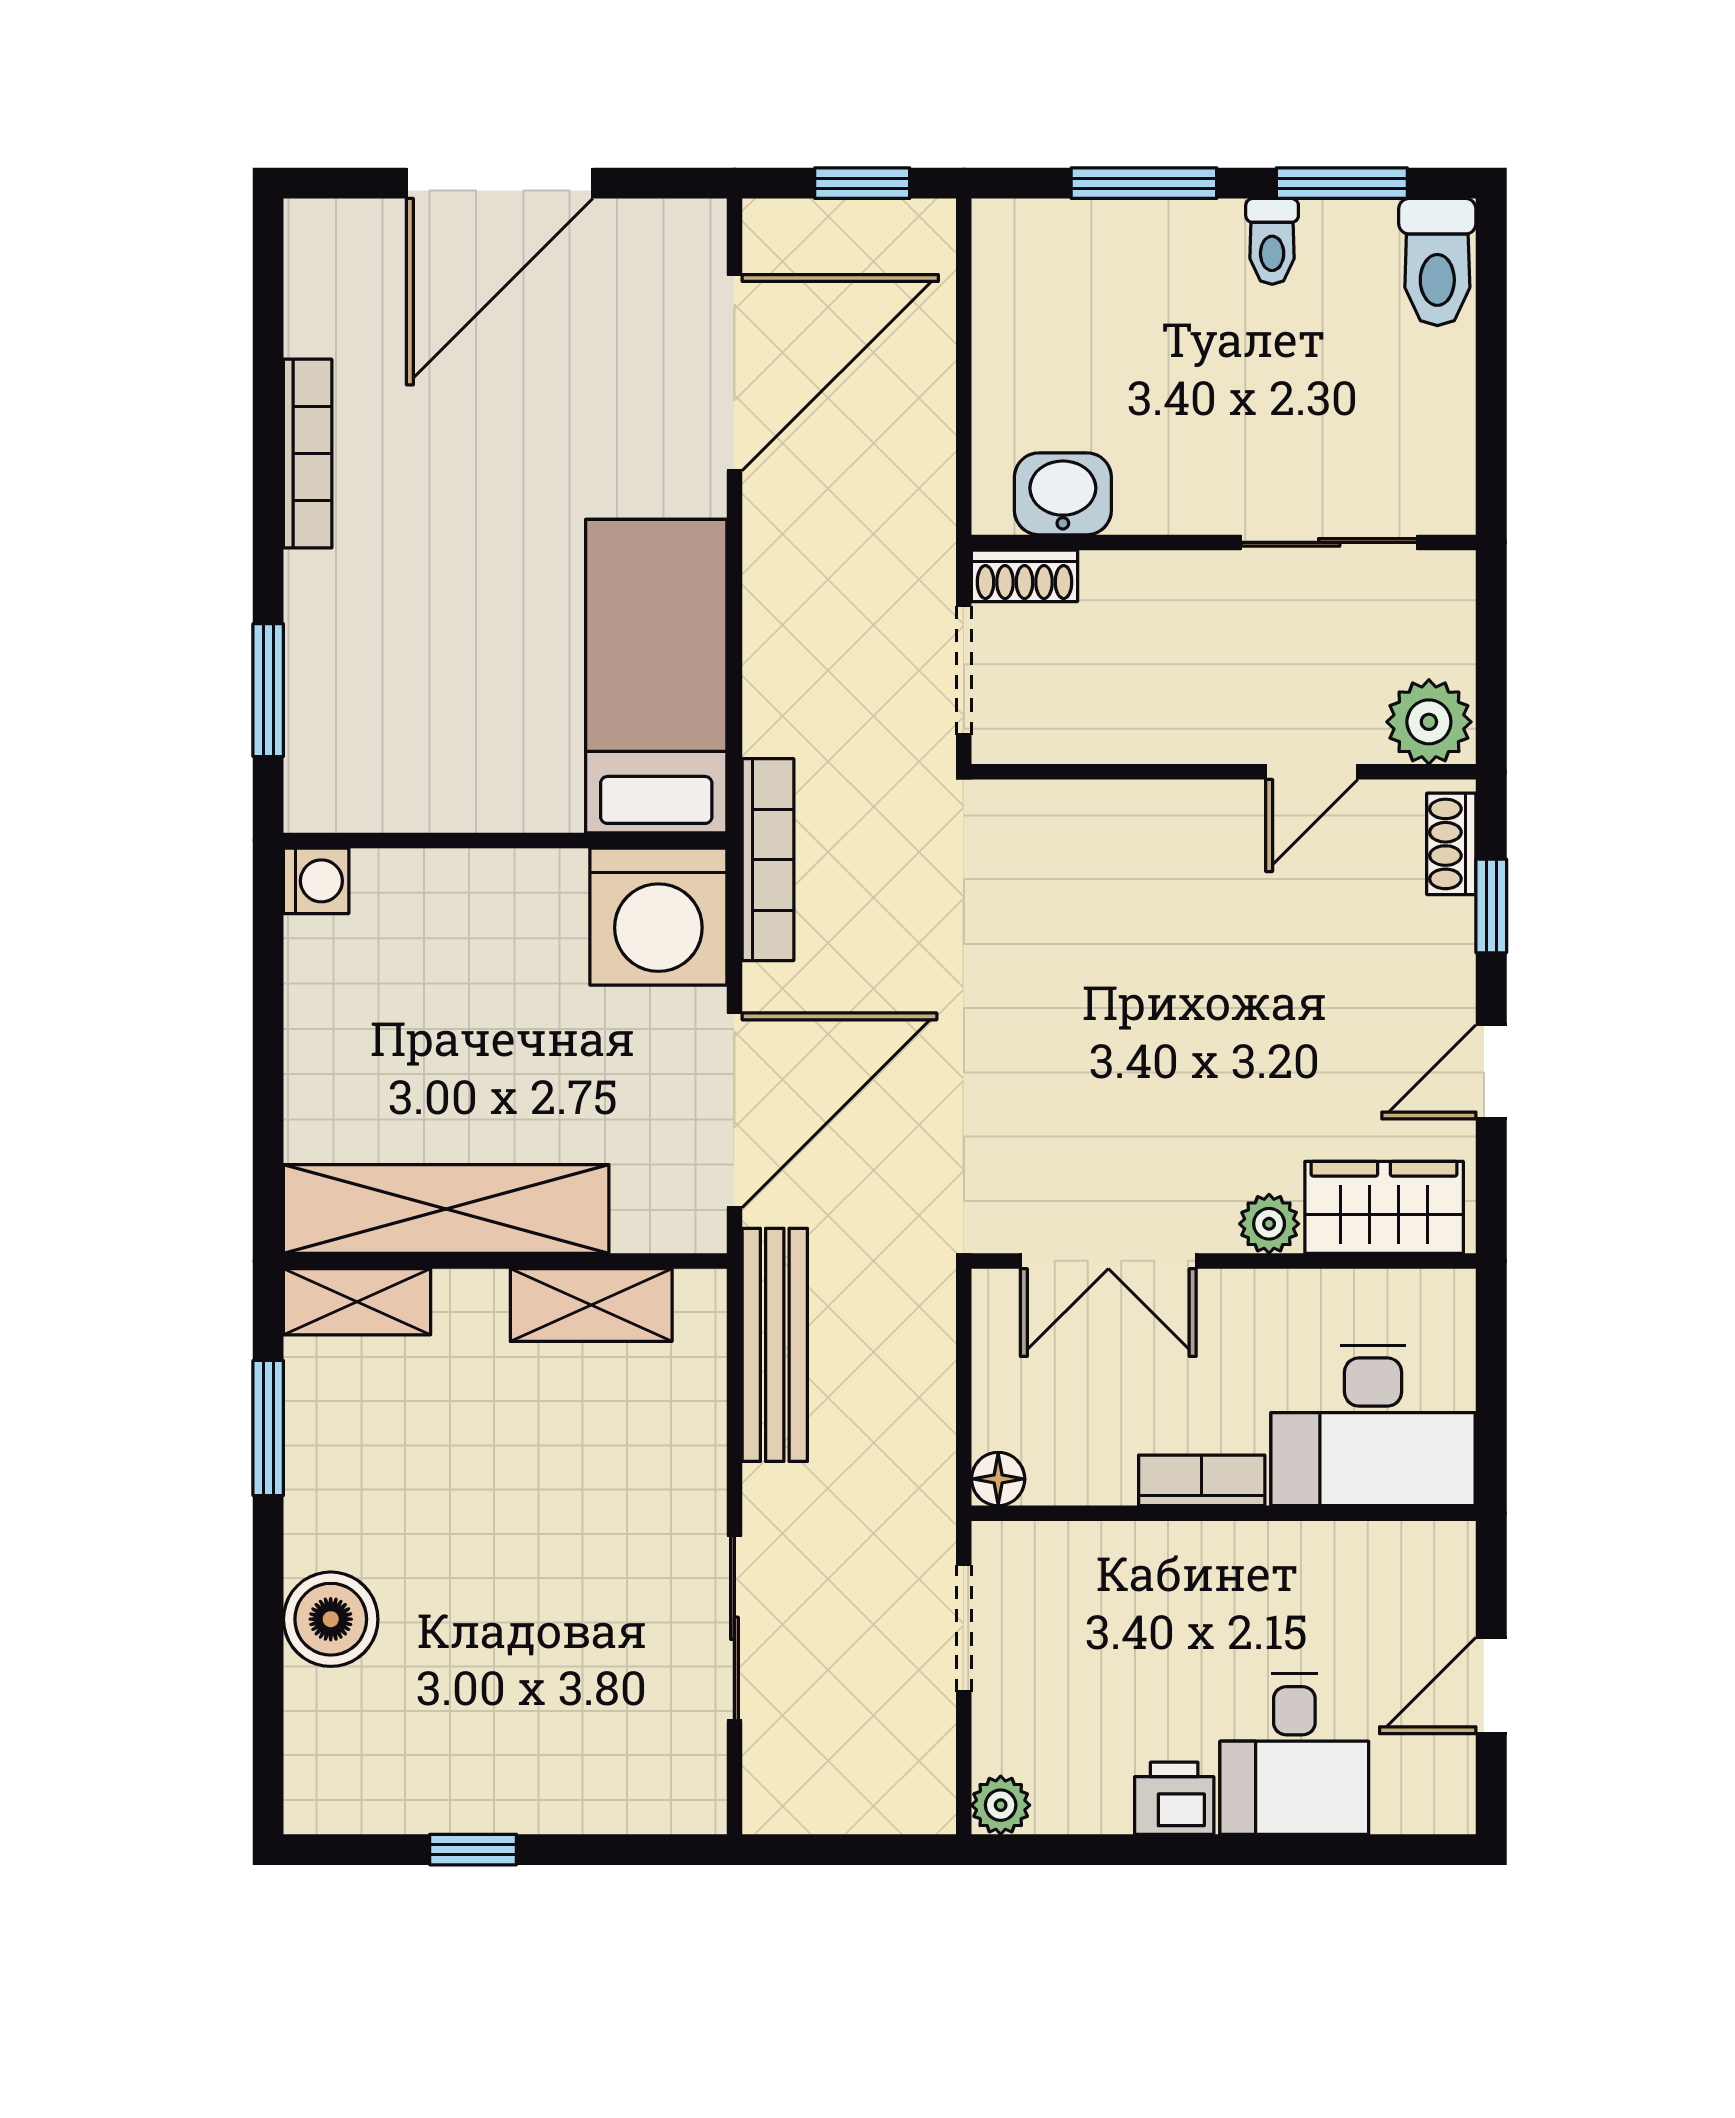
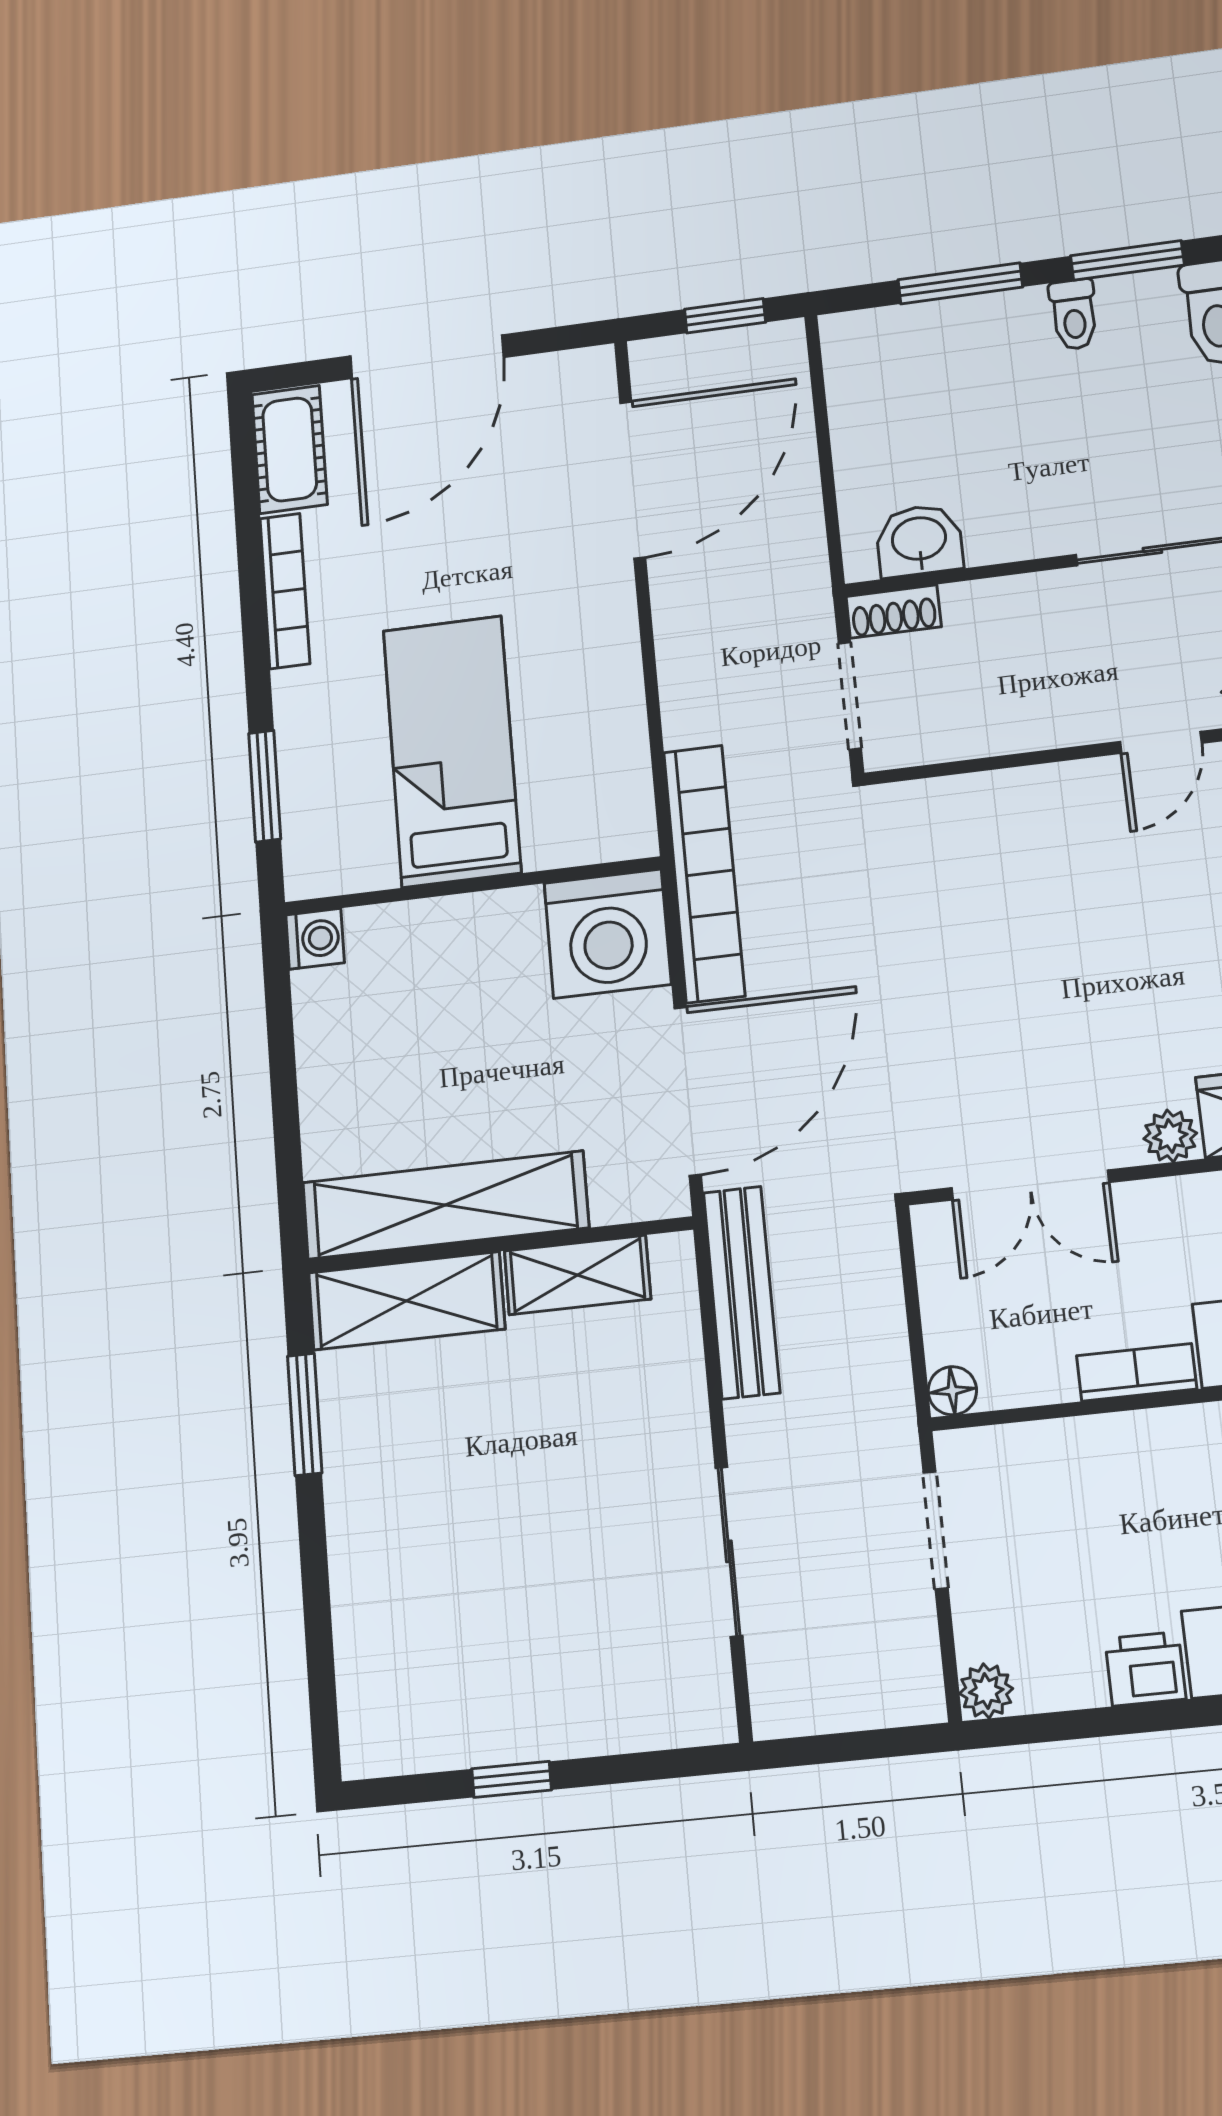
cot: (325, 277) -> (290, 449), added
bed: (656, 676) -> (452, 751), moved
bookcase: (768, 860) -> (704, 873), width x1.48, depth x1.31
shelving: (357, 1302) -> (407, 1301), width x1.50, depth x1.33
boiler: (331, 1619) -> (370, 1580), removed

